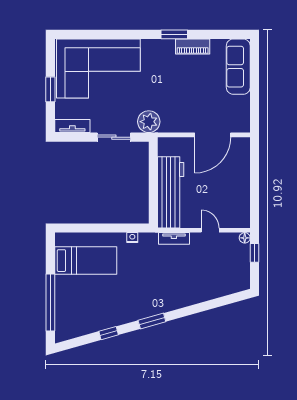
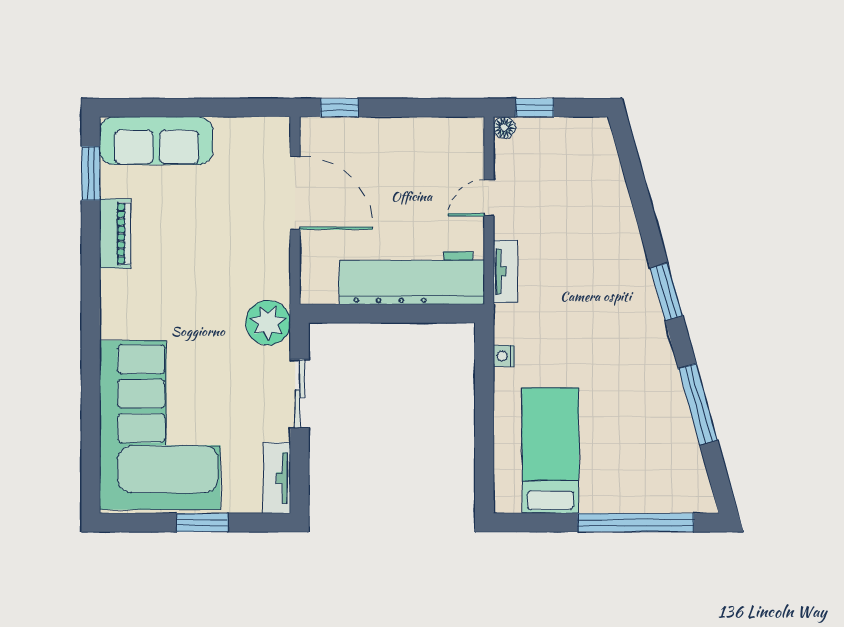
window: (174, 34) -> (91, 173), moved
window: (255, 157) -> (339, 108), added
window: (152, 321) -> (667, 292), moved
window: (109, 333) -> (698, 404), width x2.17

